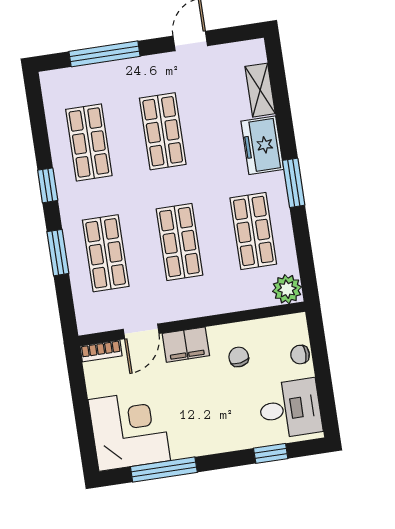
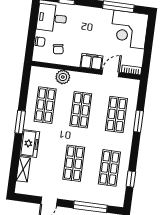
window: (48, 185) -> (131, 179), moved
plant: (287, 289) -> (63, 77), moved
chair: (239, 357) -> (58, 49), moved

